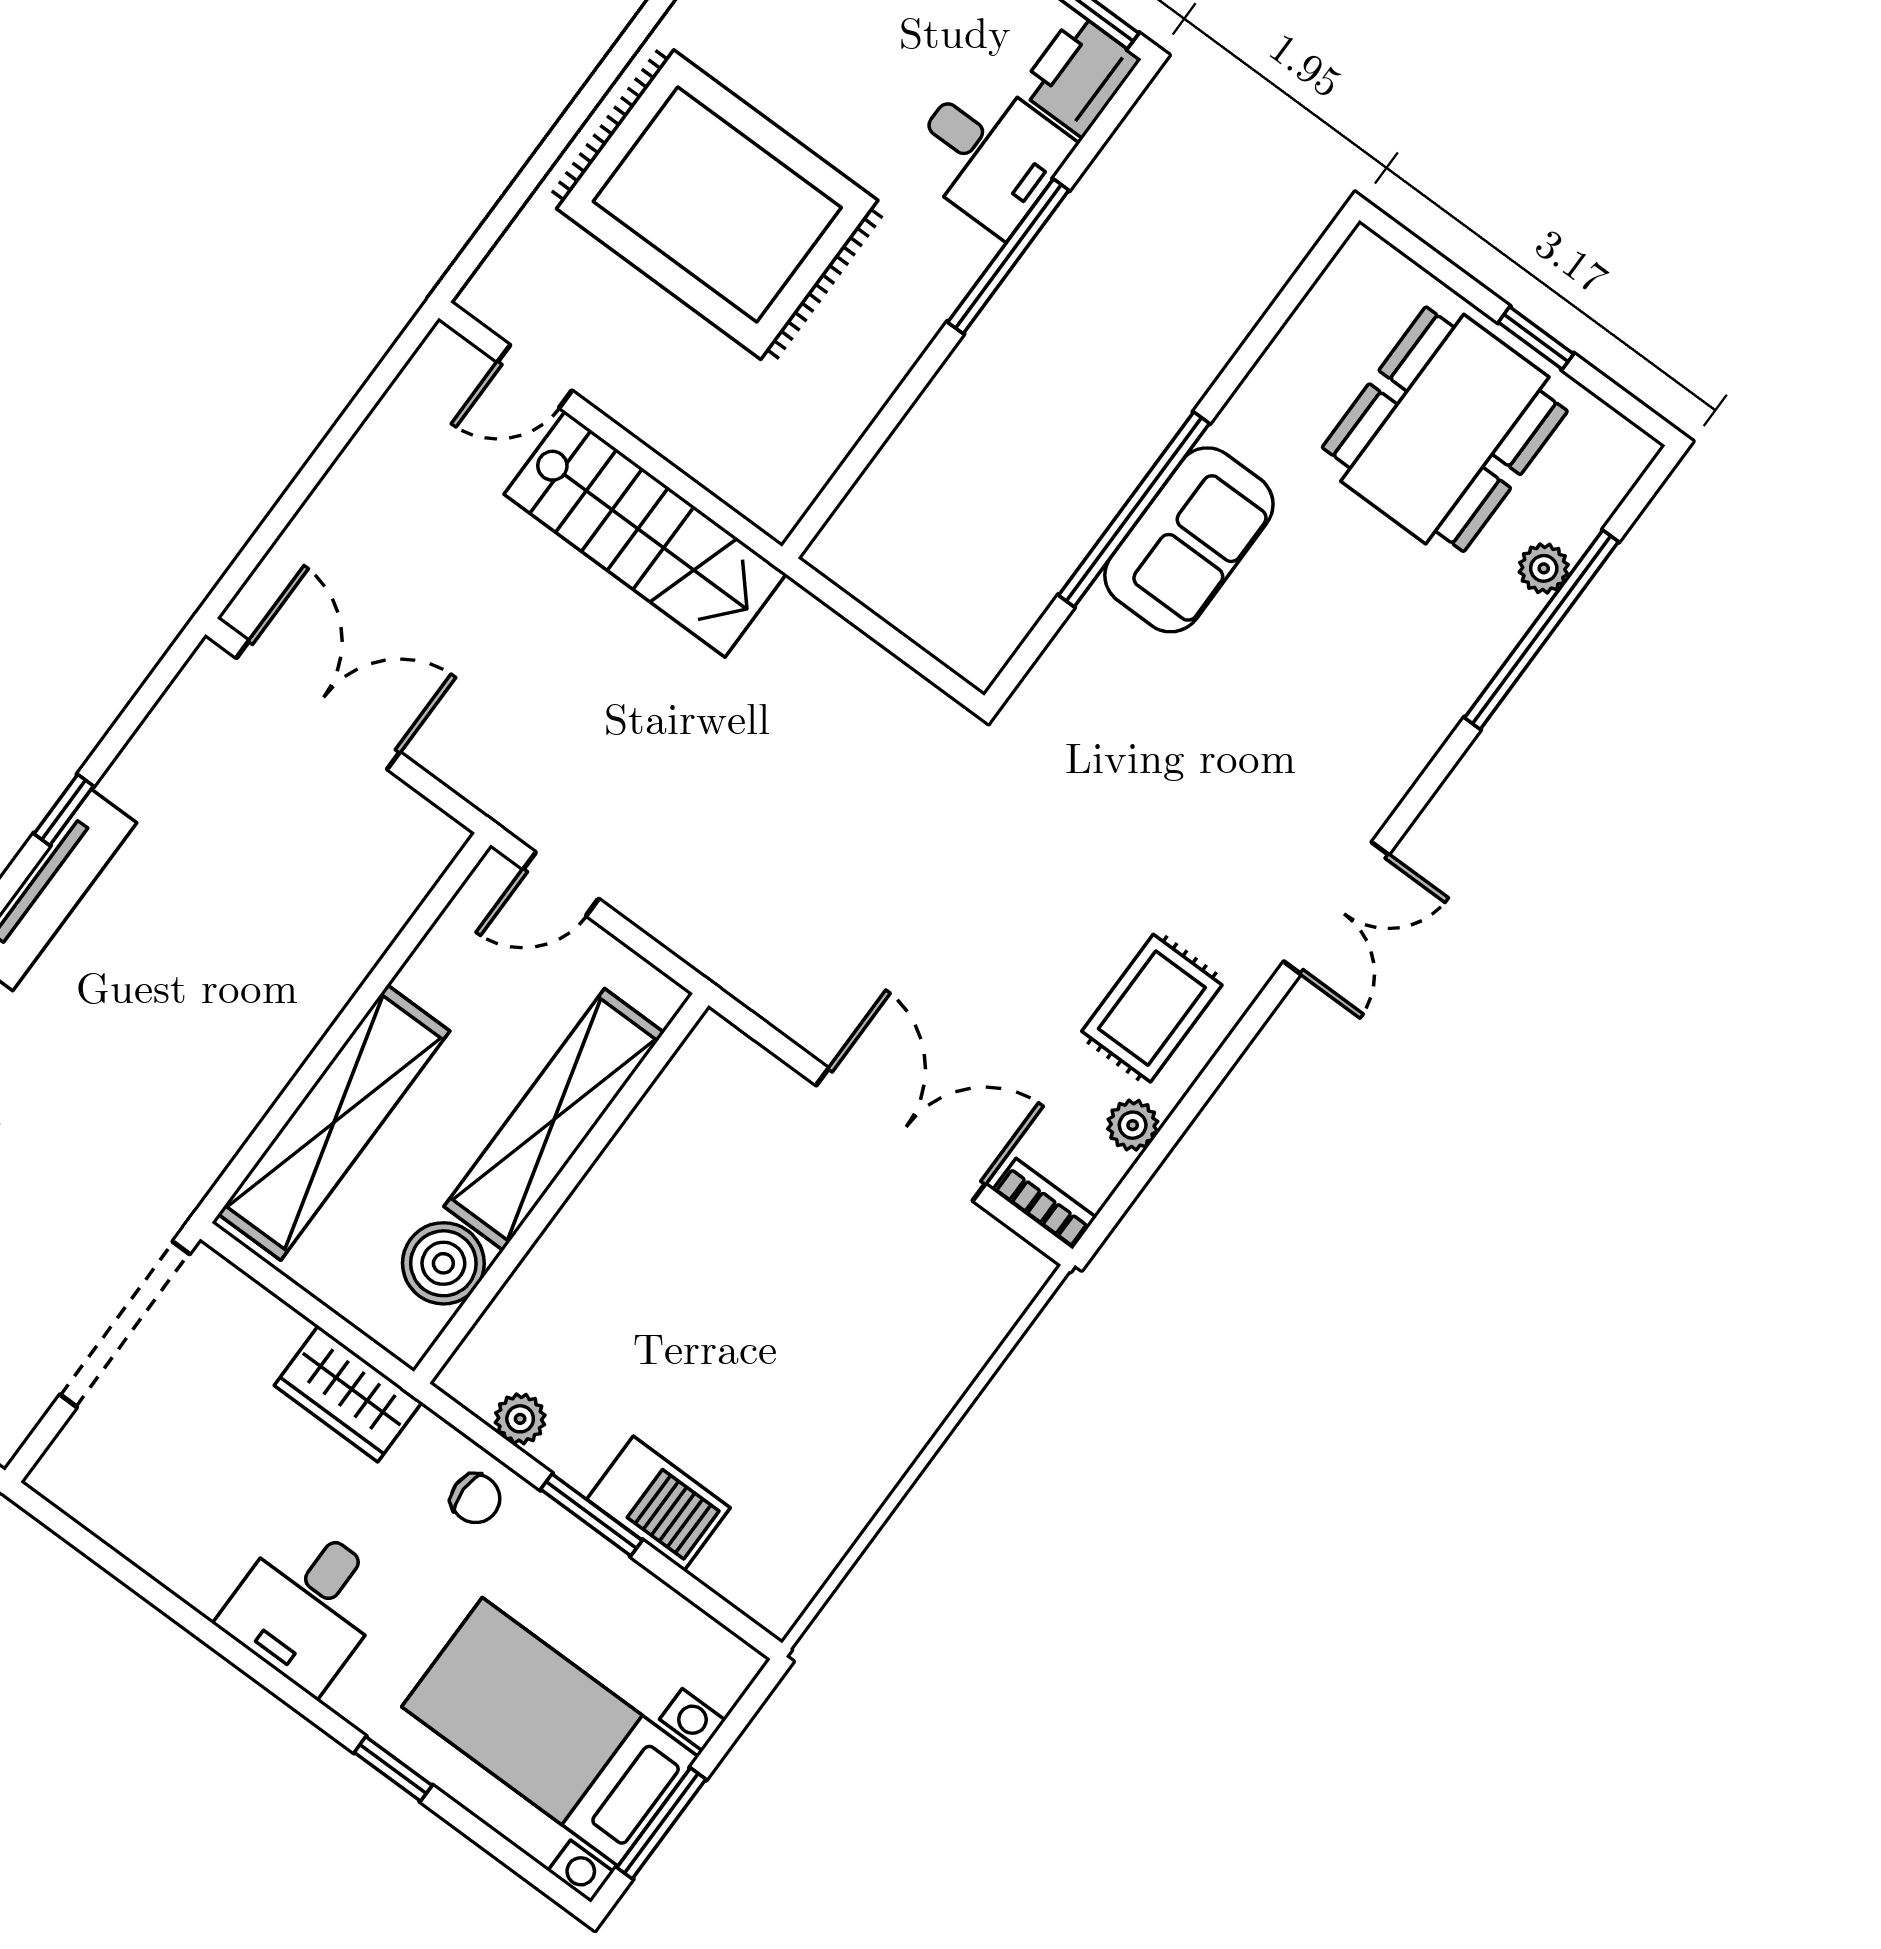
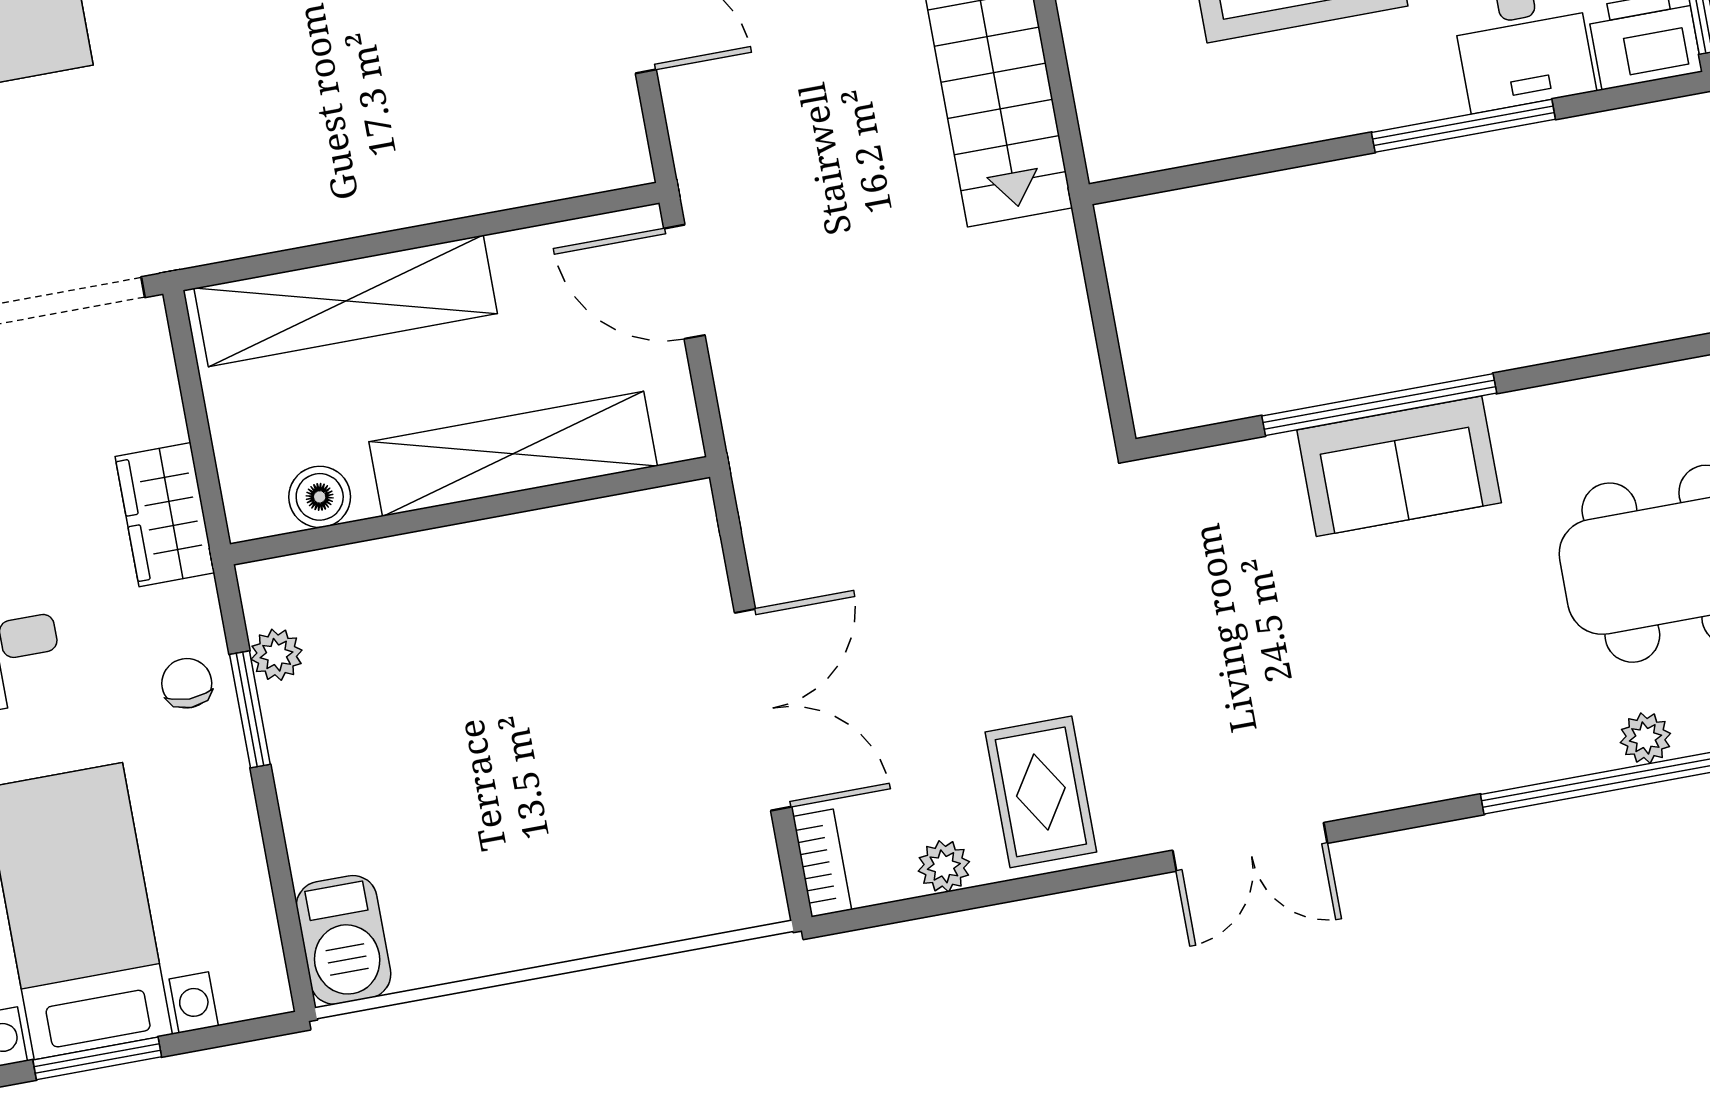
door: (561, 884) -> (684, 282), width x1.38
rug: (1152, 1008) -> (1041, 792), turned 90
boiler: (443, 1263) -> (320, 497), width x0.73, depth x0.73
chair: (476, 1499) -> (187, 683), turned 180
barbecue: (659, 1503) -> (344, 940), moved
window: (591, 1515) -> (250, 709), moved

